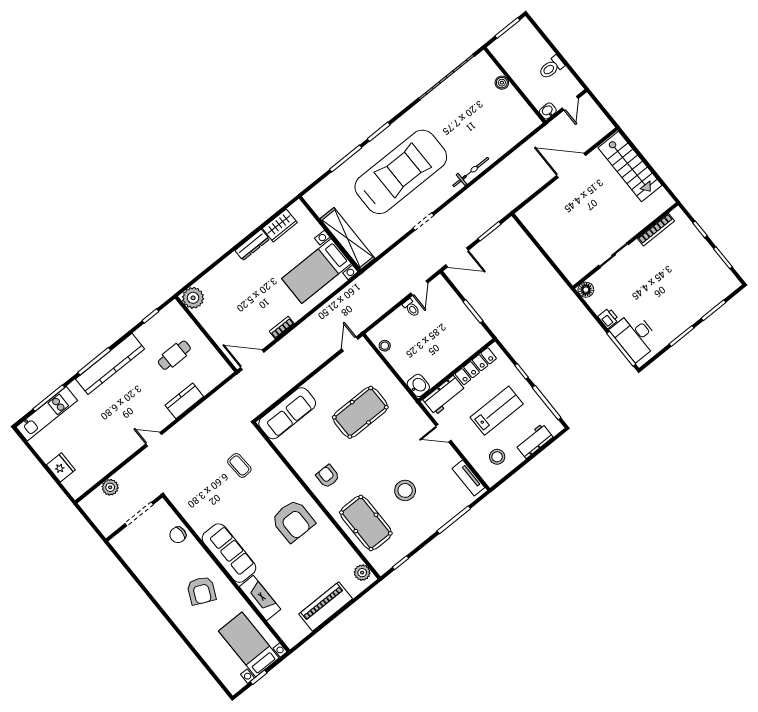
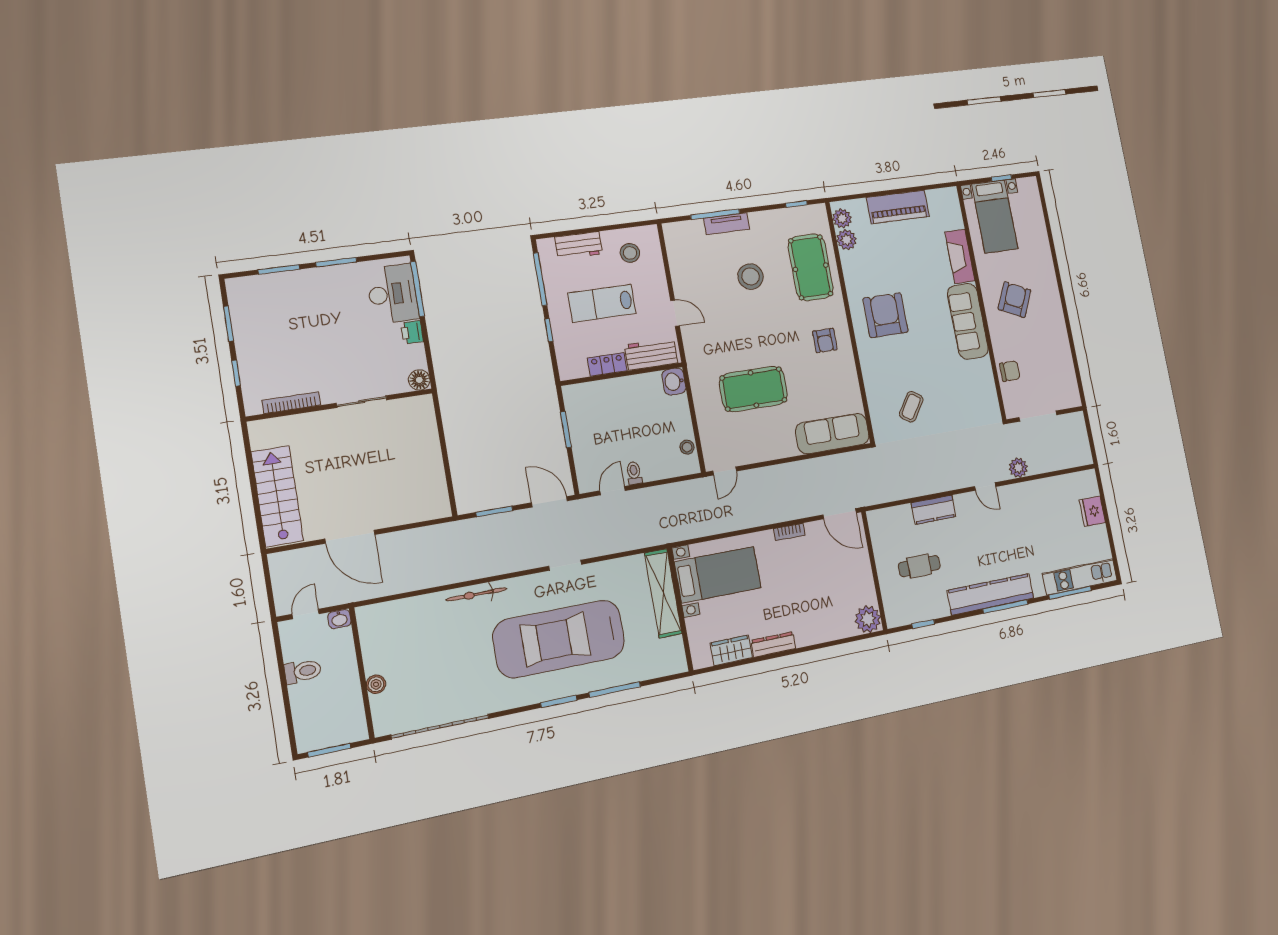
locker: (476, 366) -> (607, 364), width x0.66
coffee table: (239, 465) -> (911, 407), turned 37
tv unit: (468, 478) -> (727, 224), moved, turned 90
plant: (110, 487) -> (1018, 468), moved
plant: (351, 559) -> (847, 240), added

